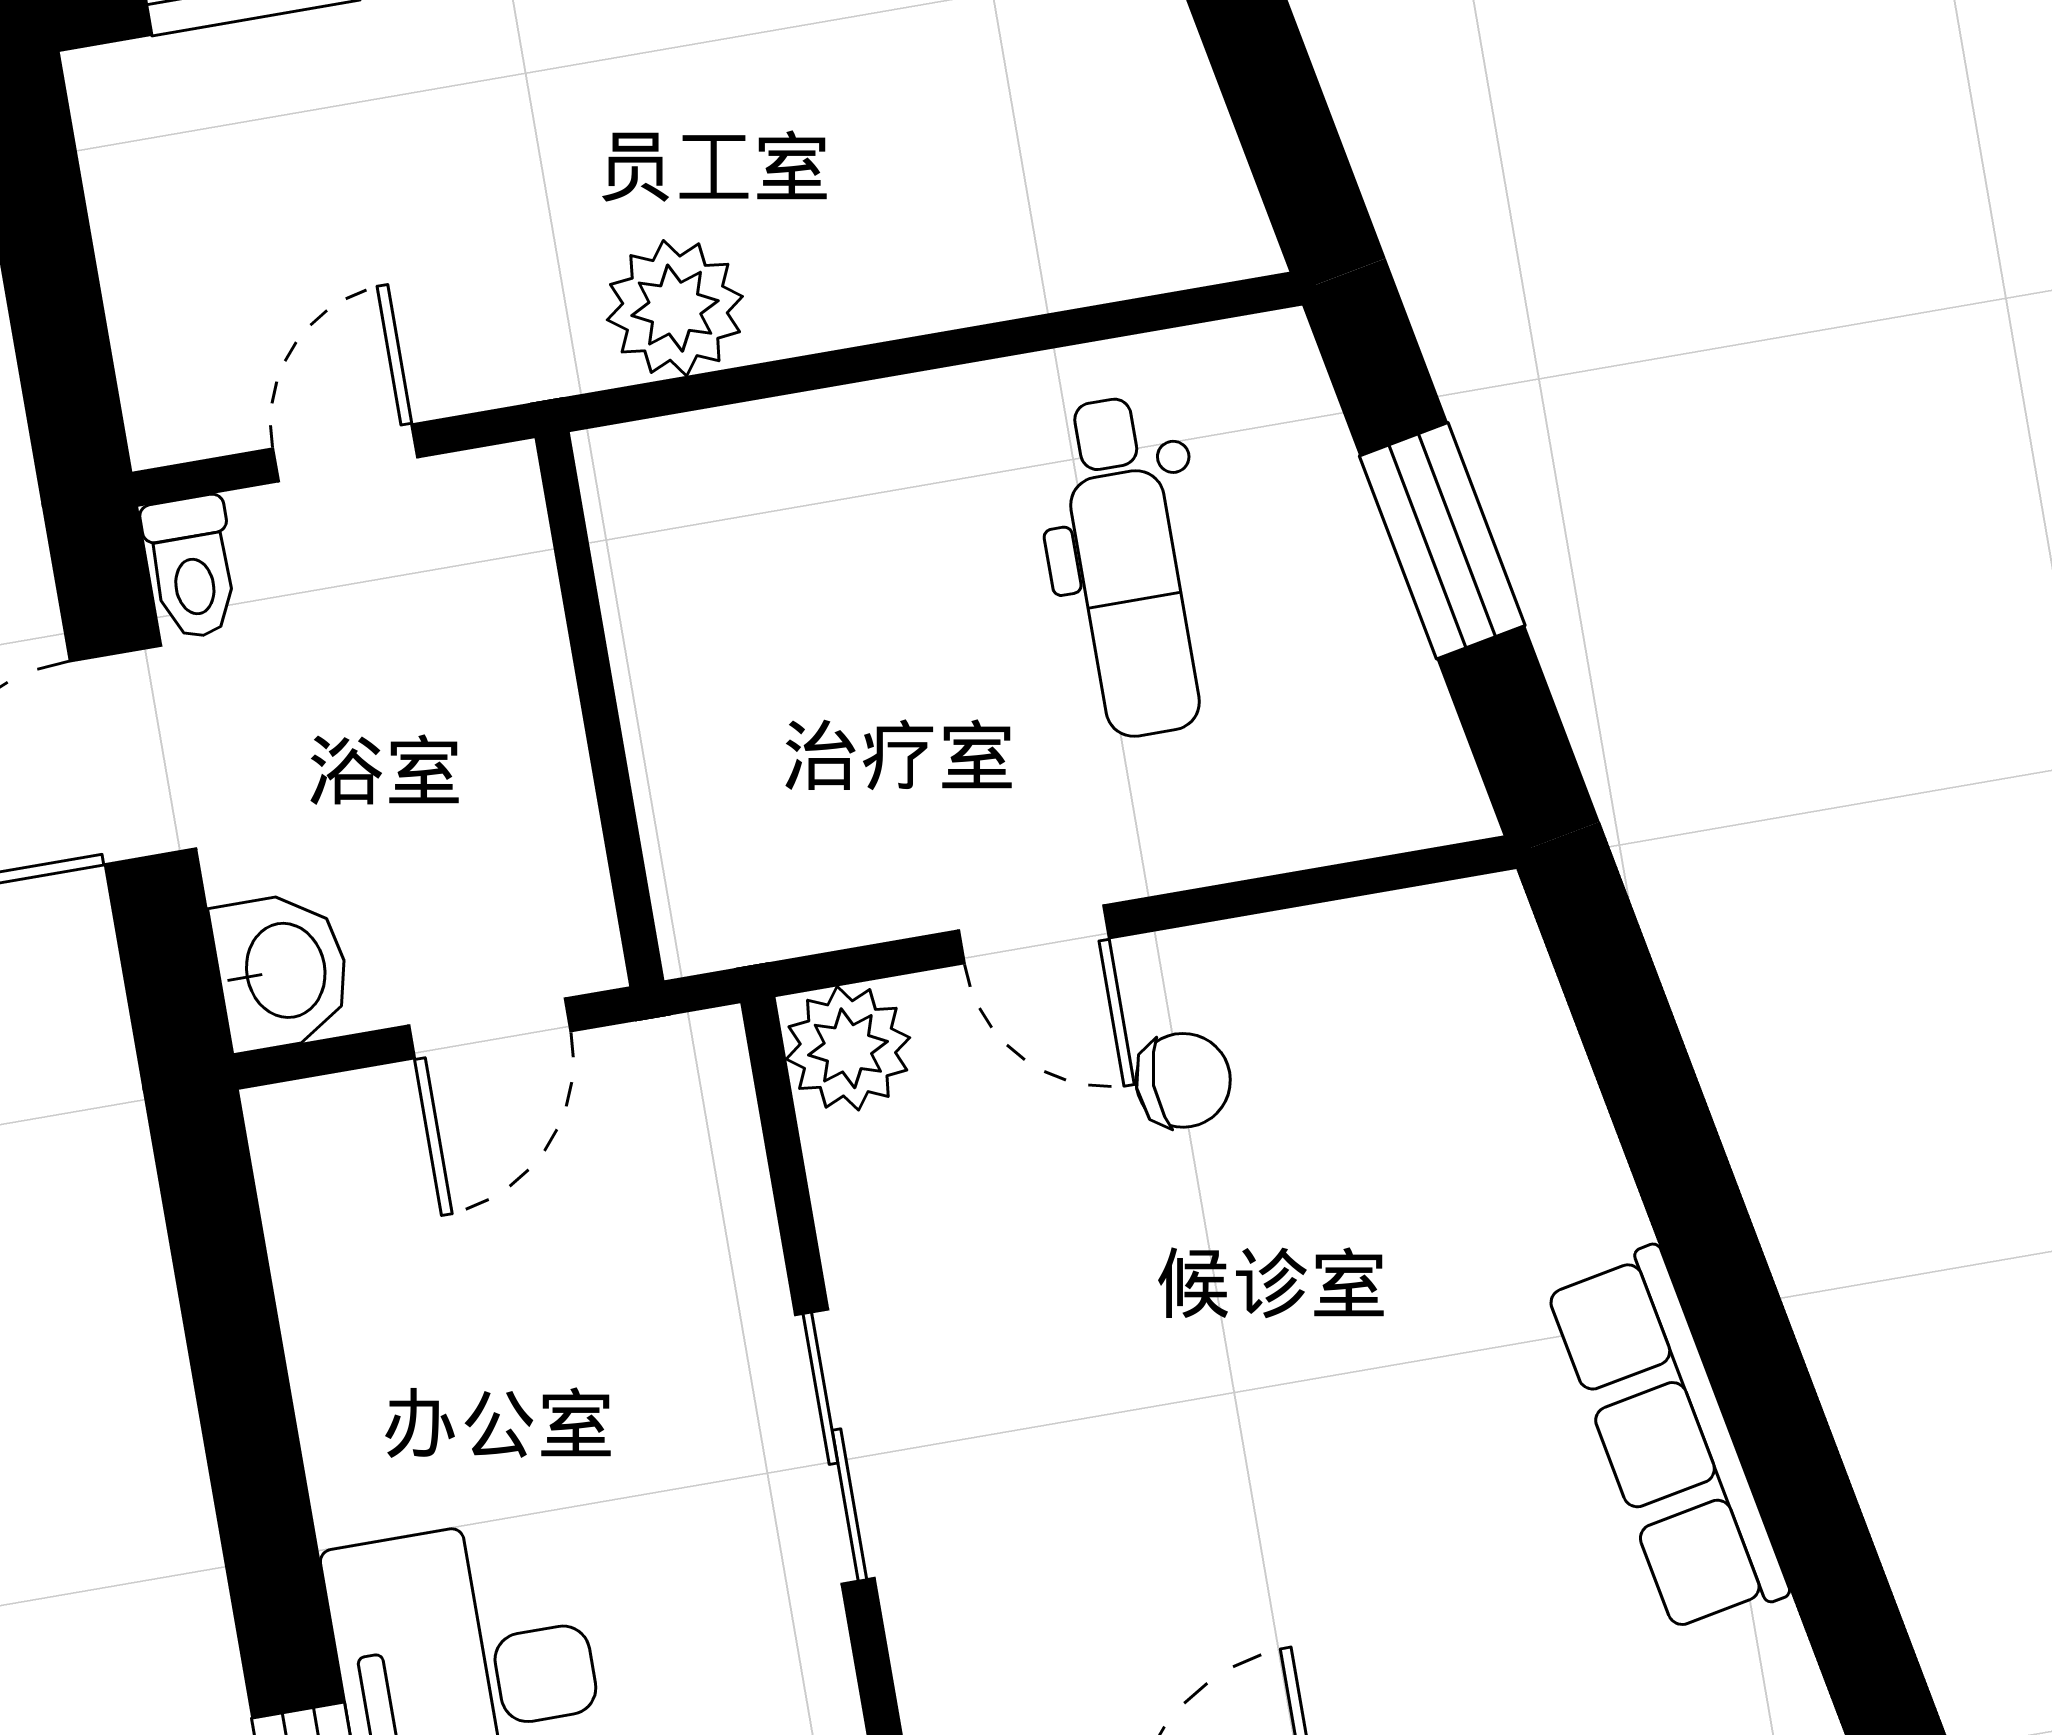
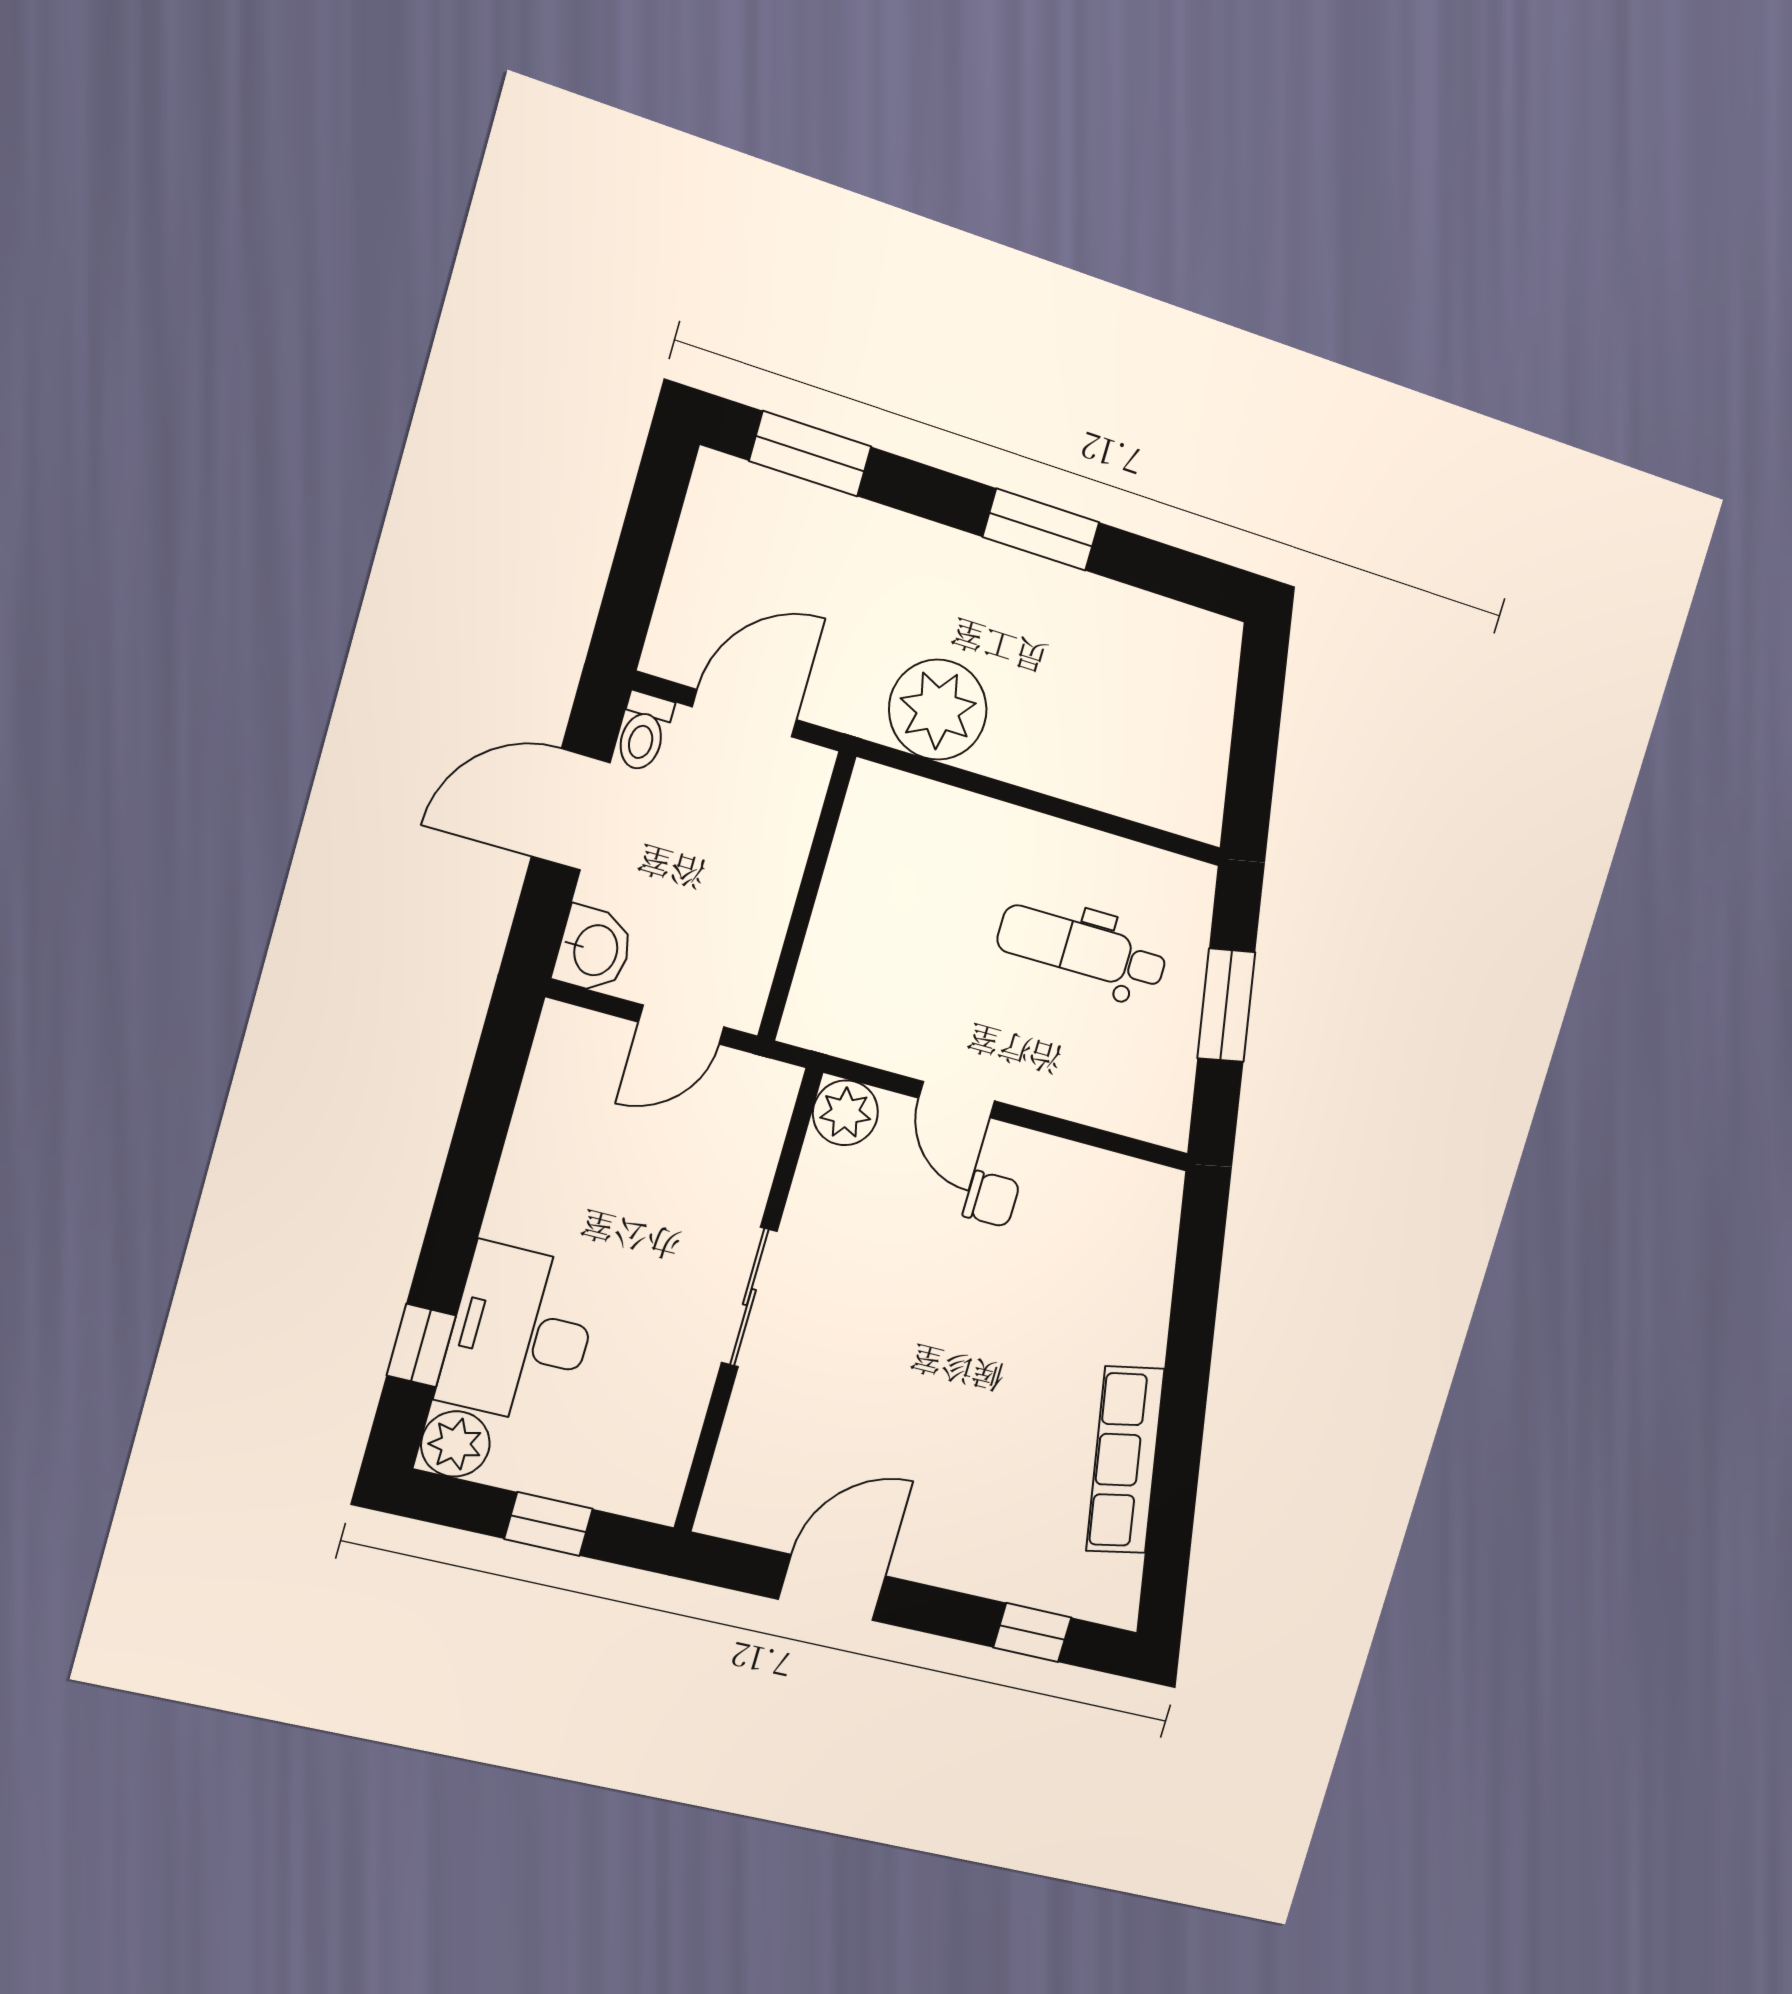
plant: (675, 308) -> (938, 710), width x1.36, depth x1.36
door: (345, 453) -> (745, 713), width x1.38
dental chair: (1129, 567) -> (1082, 949), turned 90

